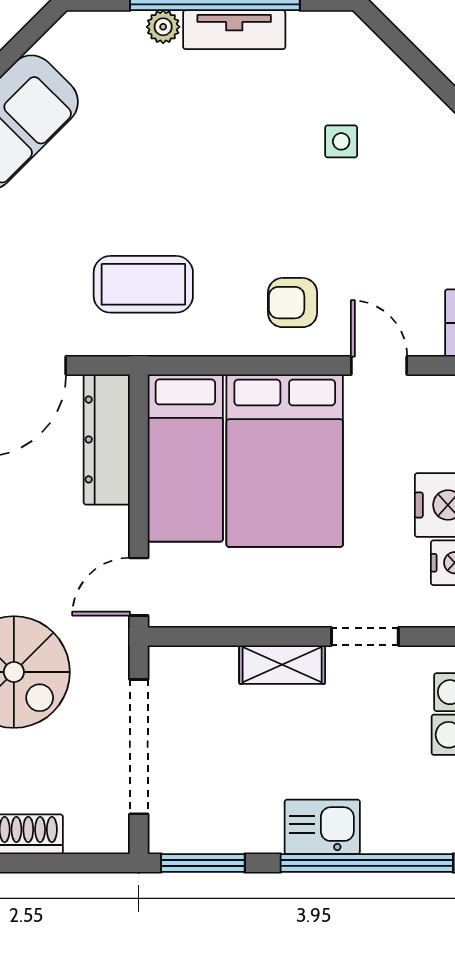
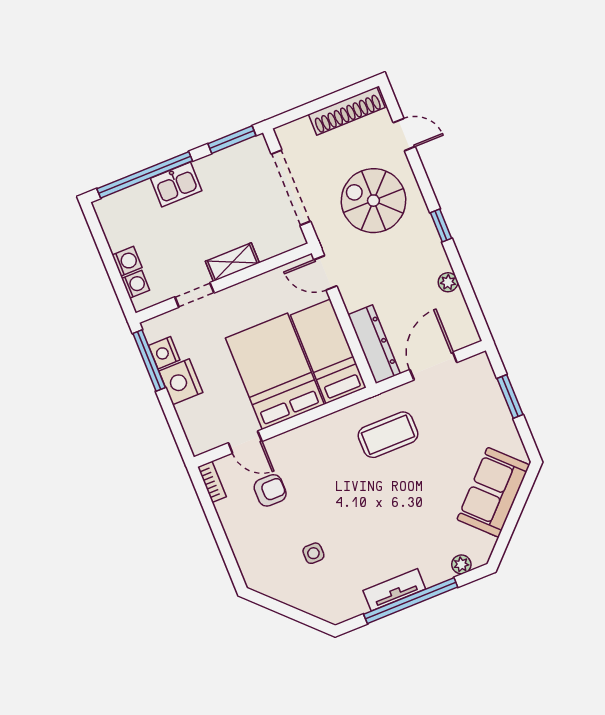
plant: (163, 27) -> (461, 564), moved
armchair: (292, 303) -> (270, 490), moved
door: (139, 587) -> (325, 273), swing flipped

